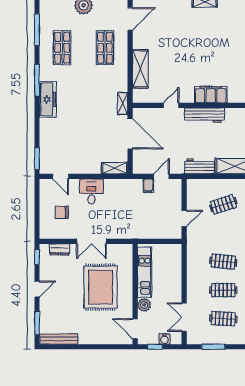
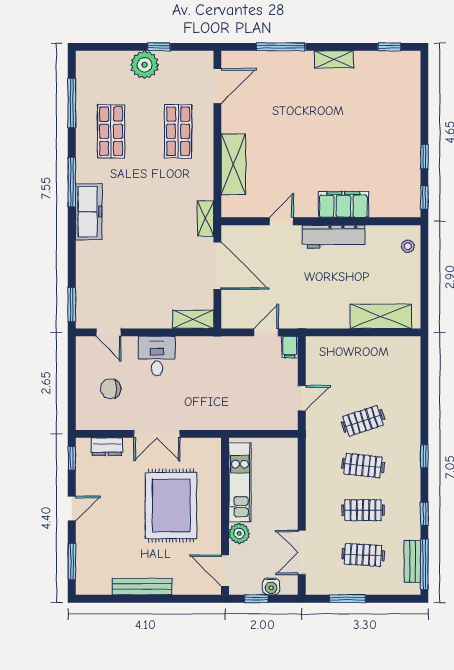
workbench: (199, 166) -> (326, 317), removed
filing cabinet: (148, 186) -> (290, 347), moved
clothes rail: (223, 204) -> (363, 421), moved
bench: (59, 339) -> (142, 587), moved

